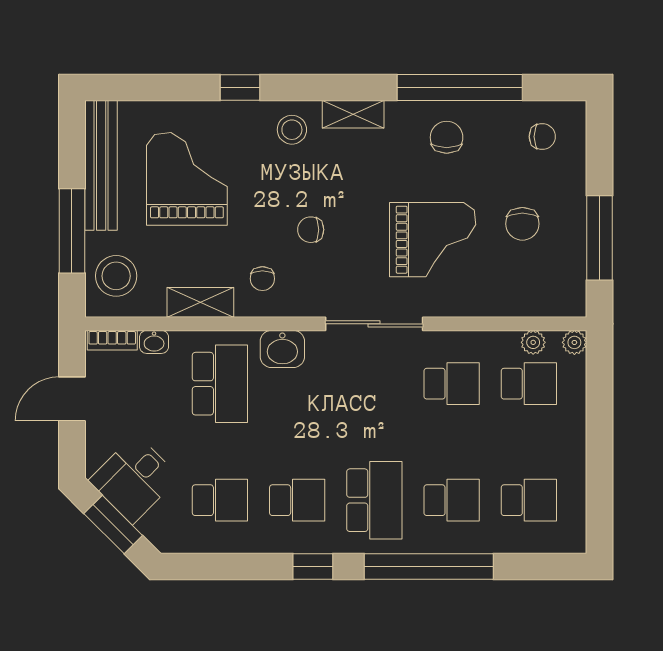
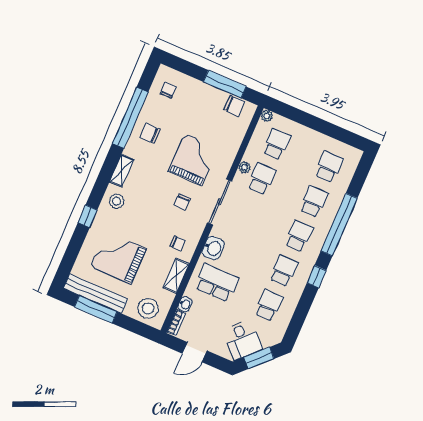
chair: (522, 224) -> (234, 106), moved
chair: (311, 230) -> (182, 202), moved
window: (72, 231) -> (96, 309), moved
plant: (533, 342) -> (244, 167), moved
door: (72, 399) -> (195, 352), hinge flipped
school desk: (374, 500) -> (299, 236), width x0.54

